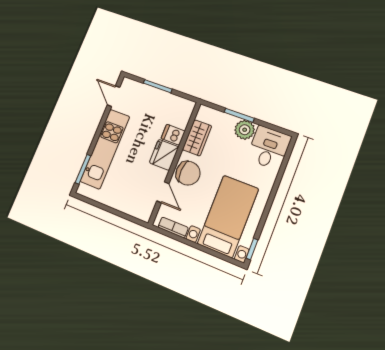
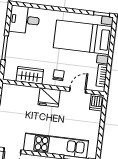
plant: (245, 130) -> (15, 41), removed
dishwasher: (173, 135) -> (97, 102), moved
chair: (188, 173) -> (59, 75), width x0.54, depth x0.54

